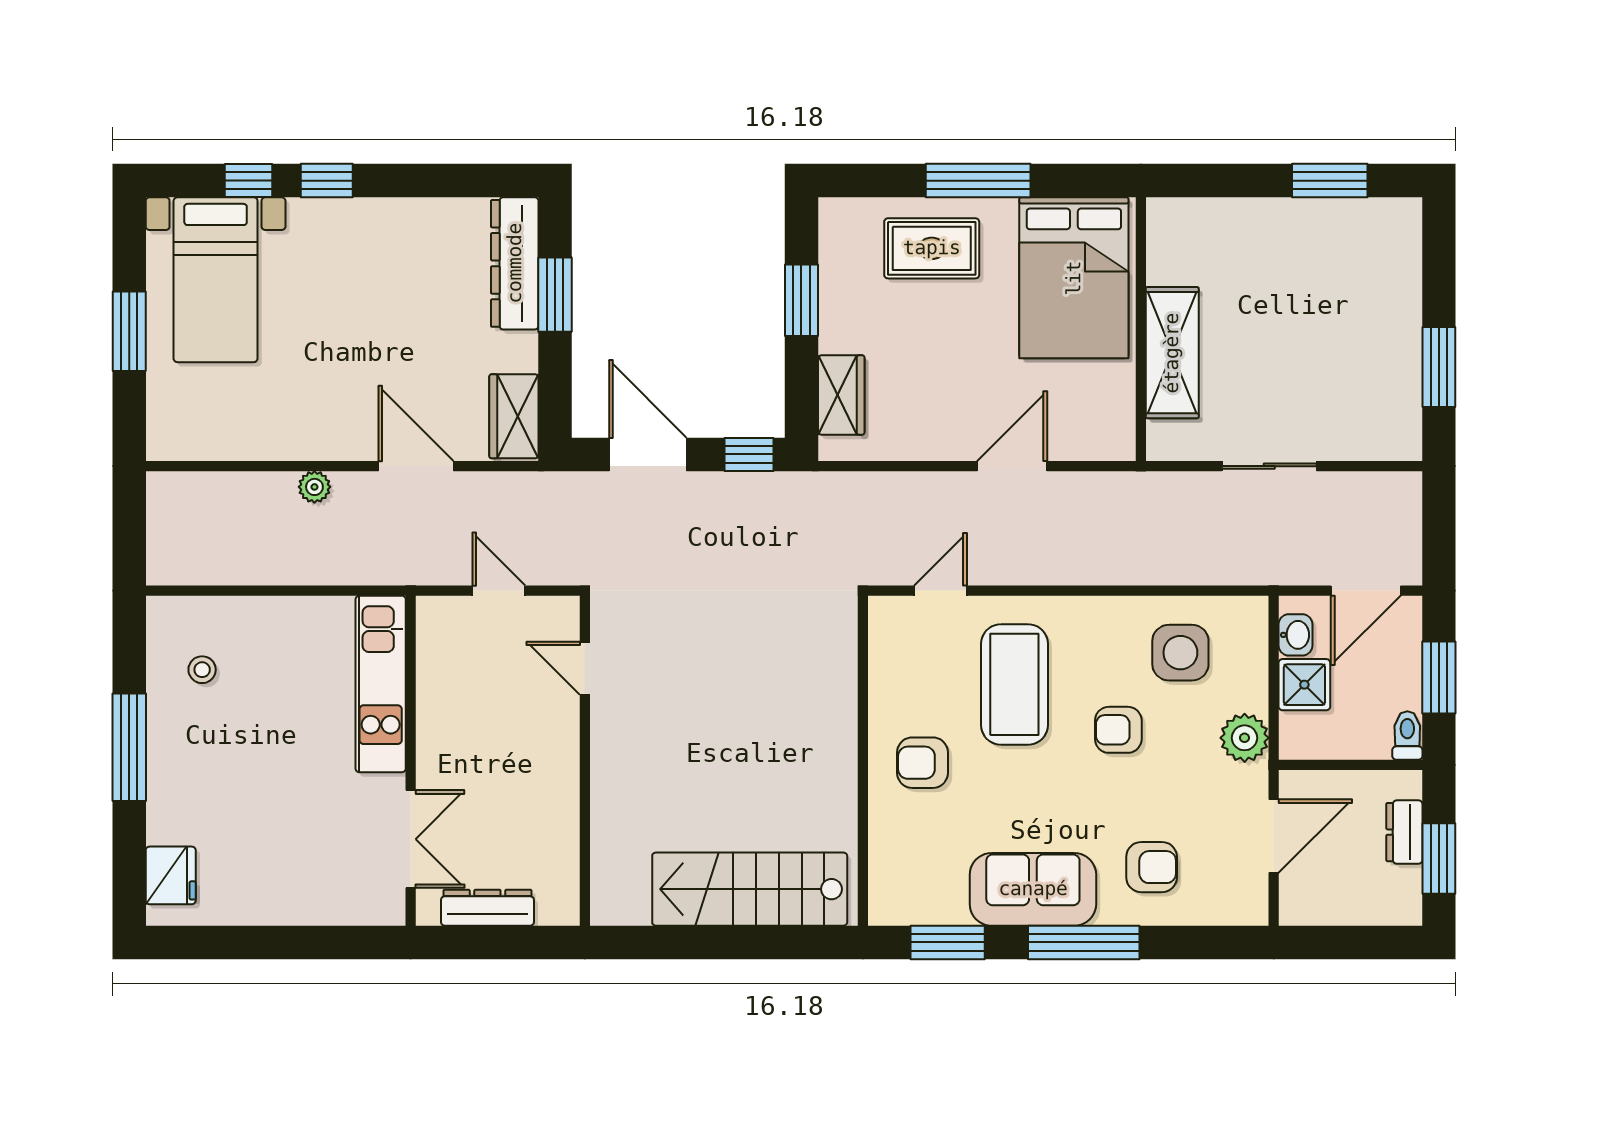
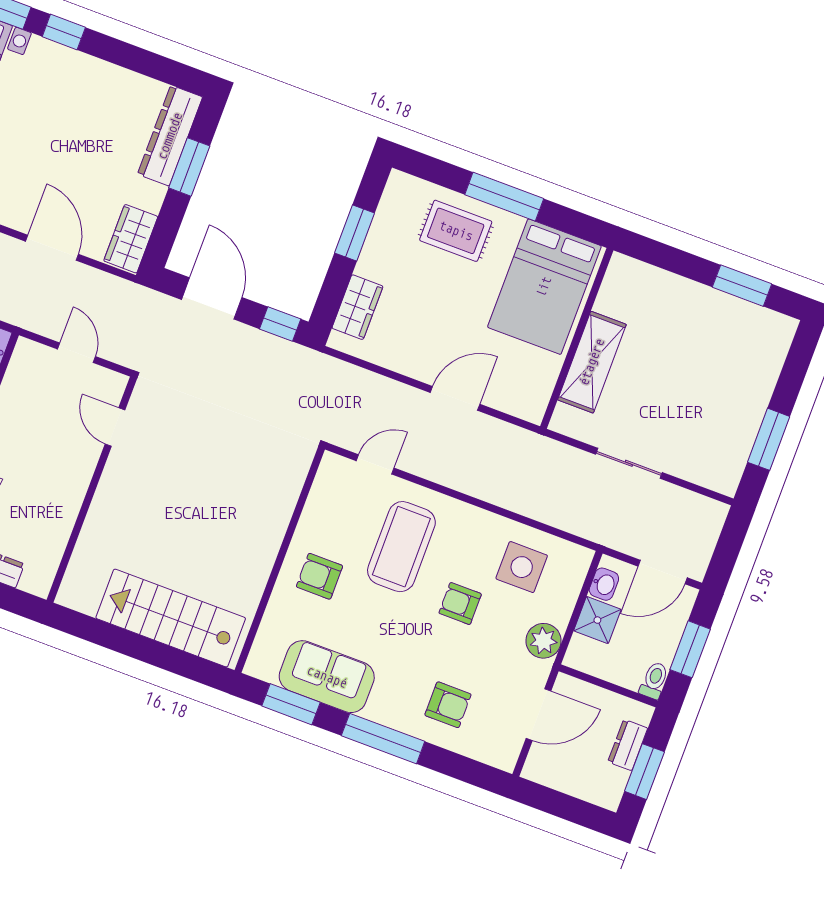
sofa: (1033, 889) -> (327, 677), moved

